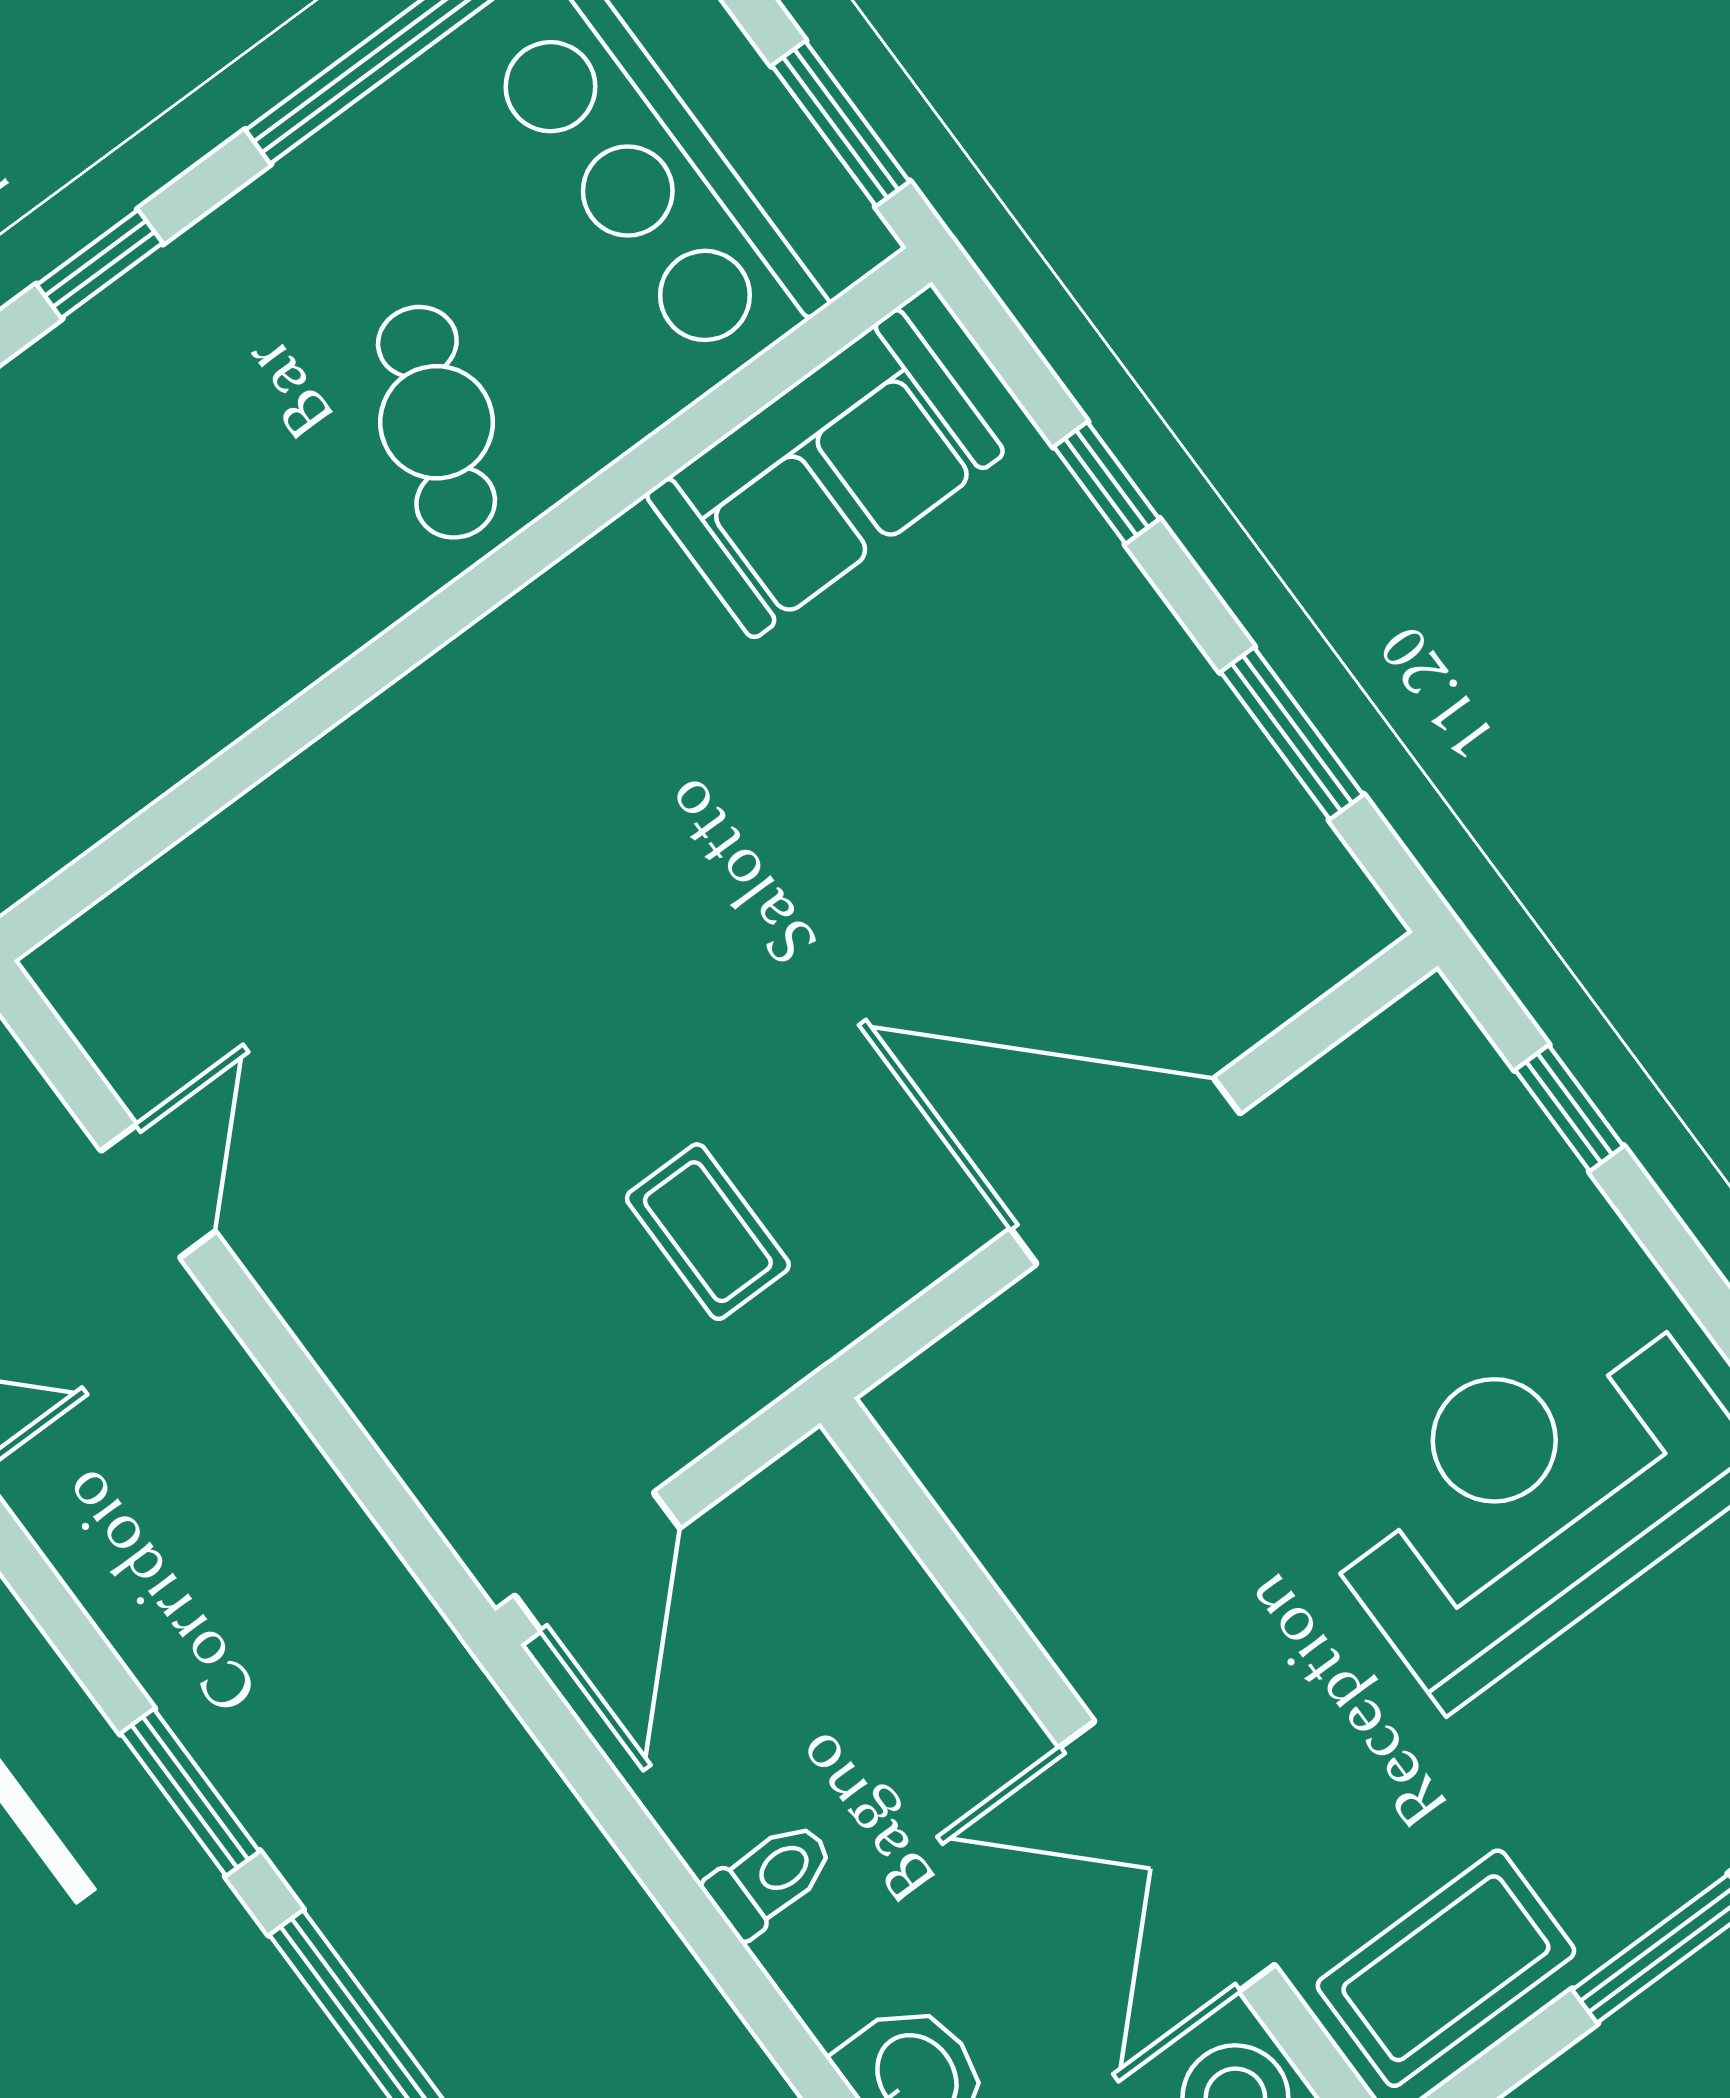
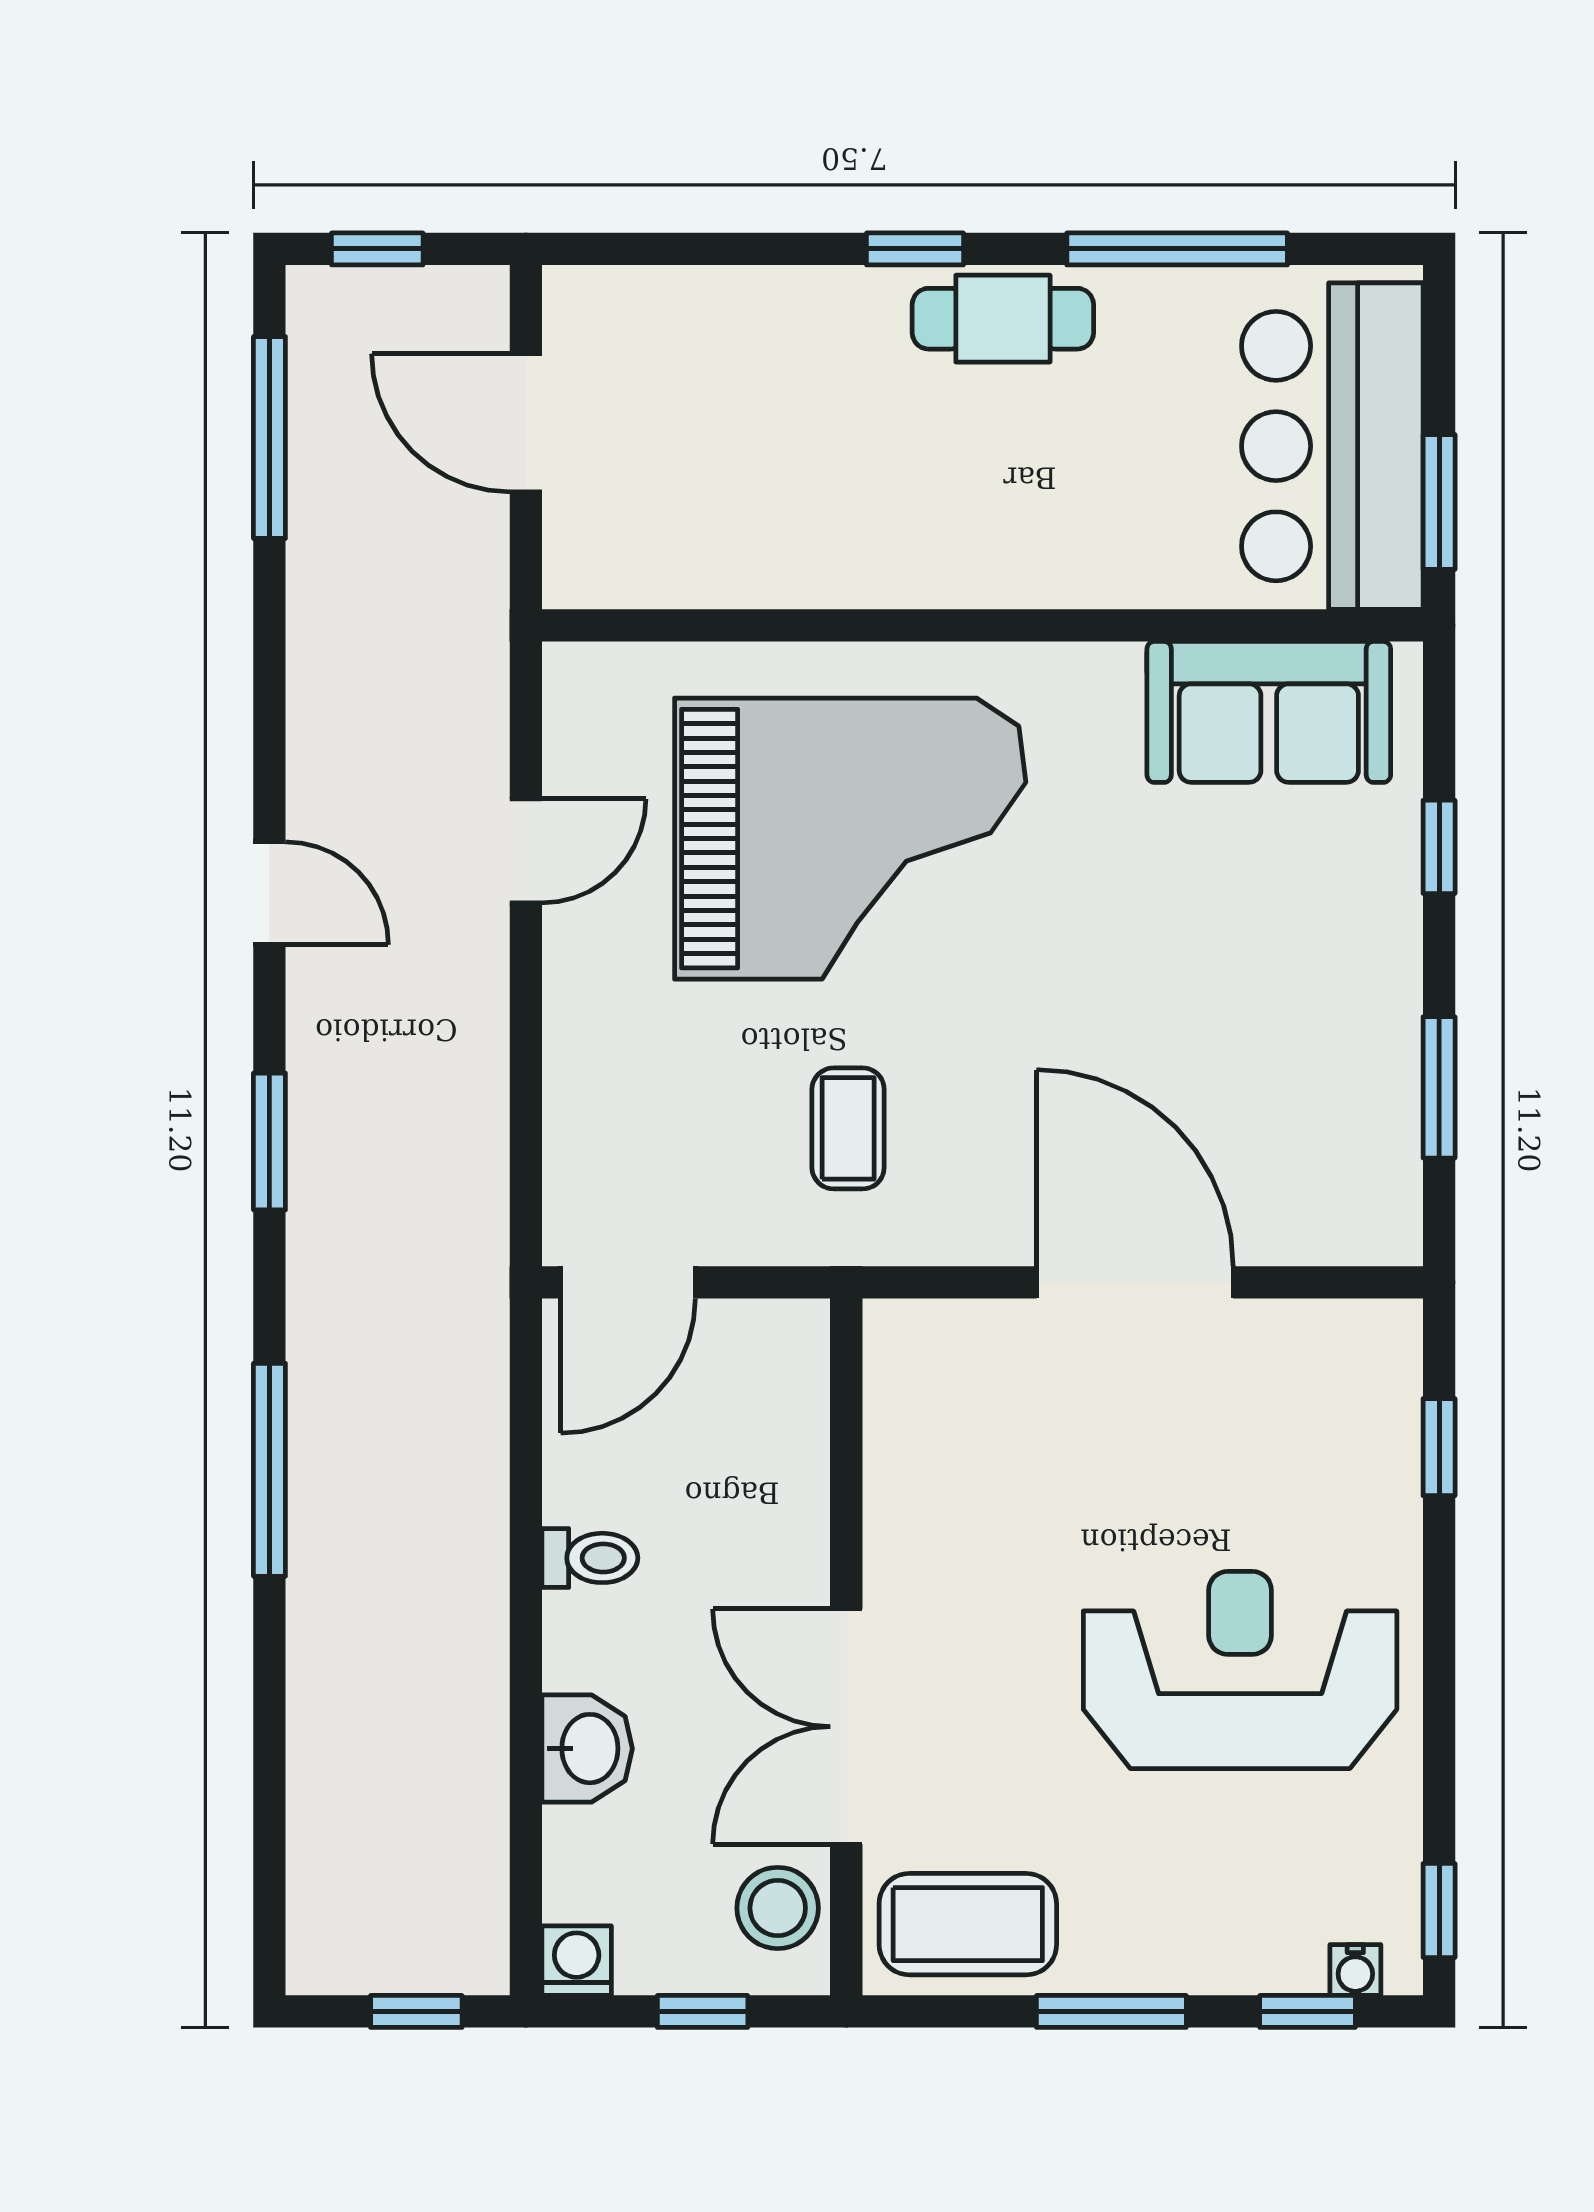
cafe table: (437, 422) -> (1003, 319), moved, turned 67
grand piano: (487, 928) -> (850, 839), added
window: (190, 1792) -> (269, 1142), moved

